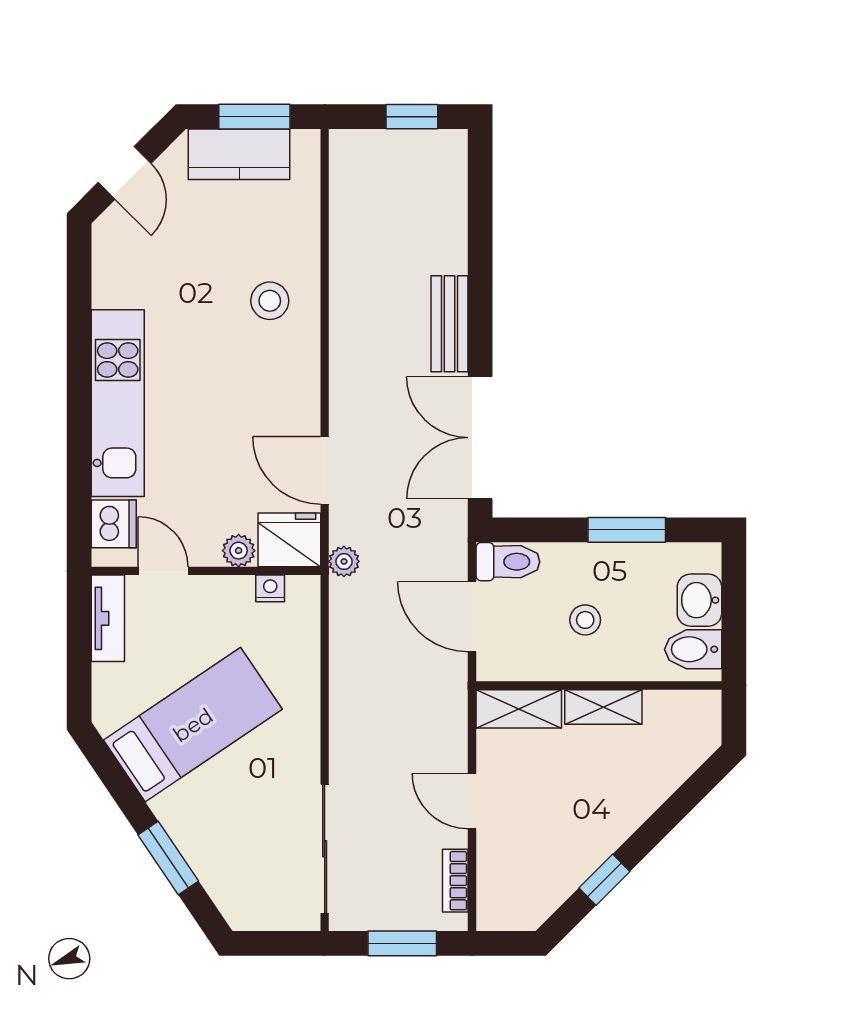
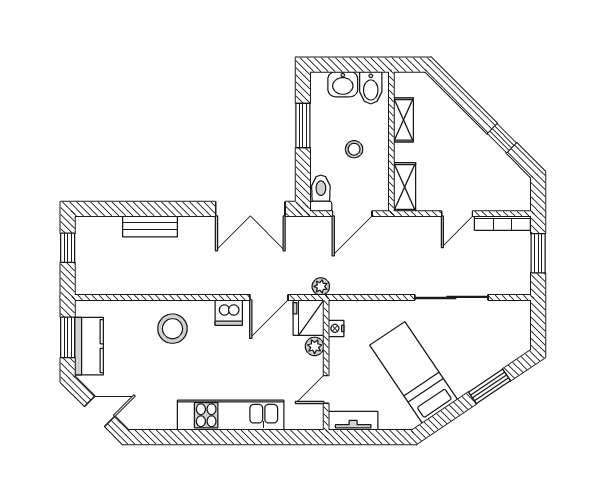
stool: (270, 301) -> (172, 329), width x1.38, depth x1.38
bench: (449, 324) -> (150, 226), moved
dishwasher: (114, 524) -> (229, 313), moved, turned 180
shelving: (603, 707) -> (404, 120), moved
sliding door: (325, 849) -> (451, 297), moved
bookcase: (455, 881) -> (502, 223), width x1.56

